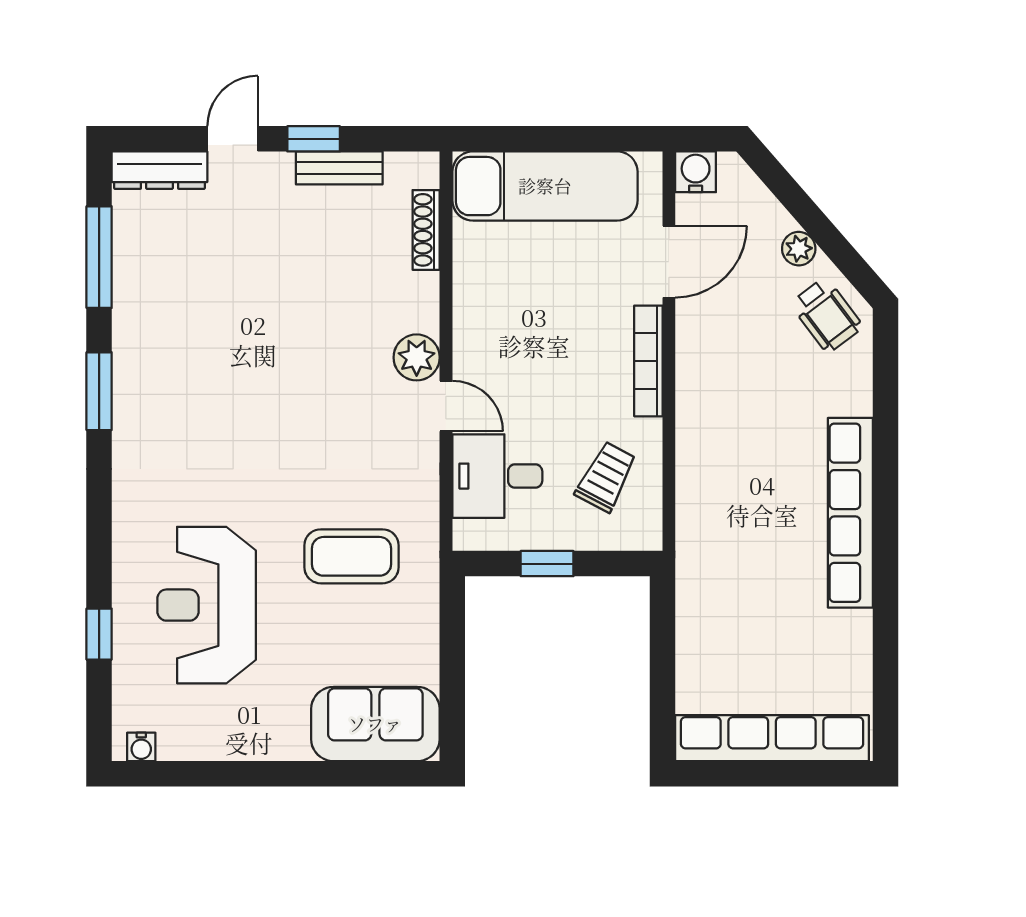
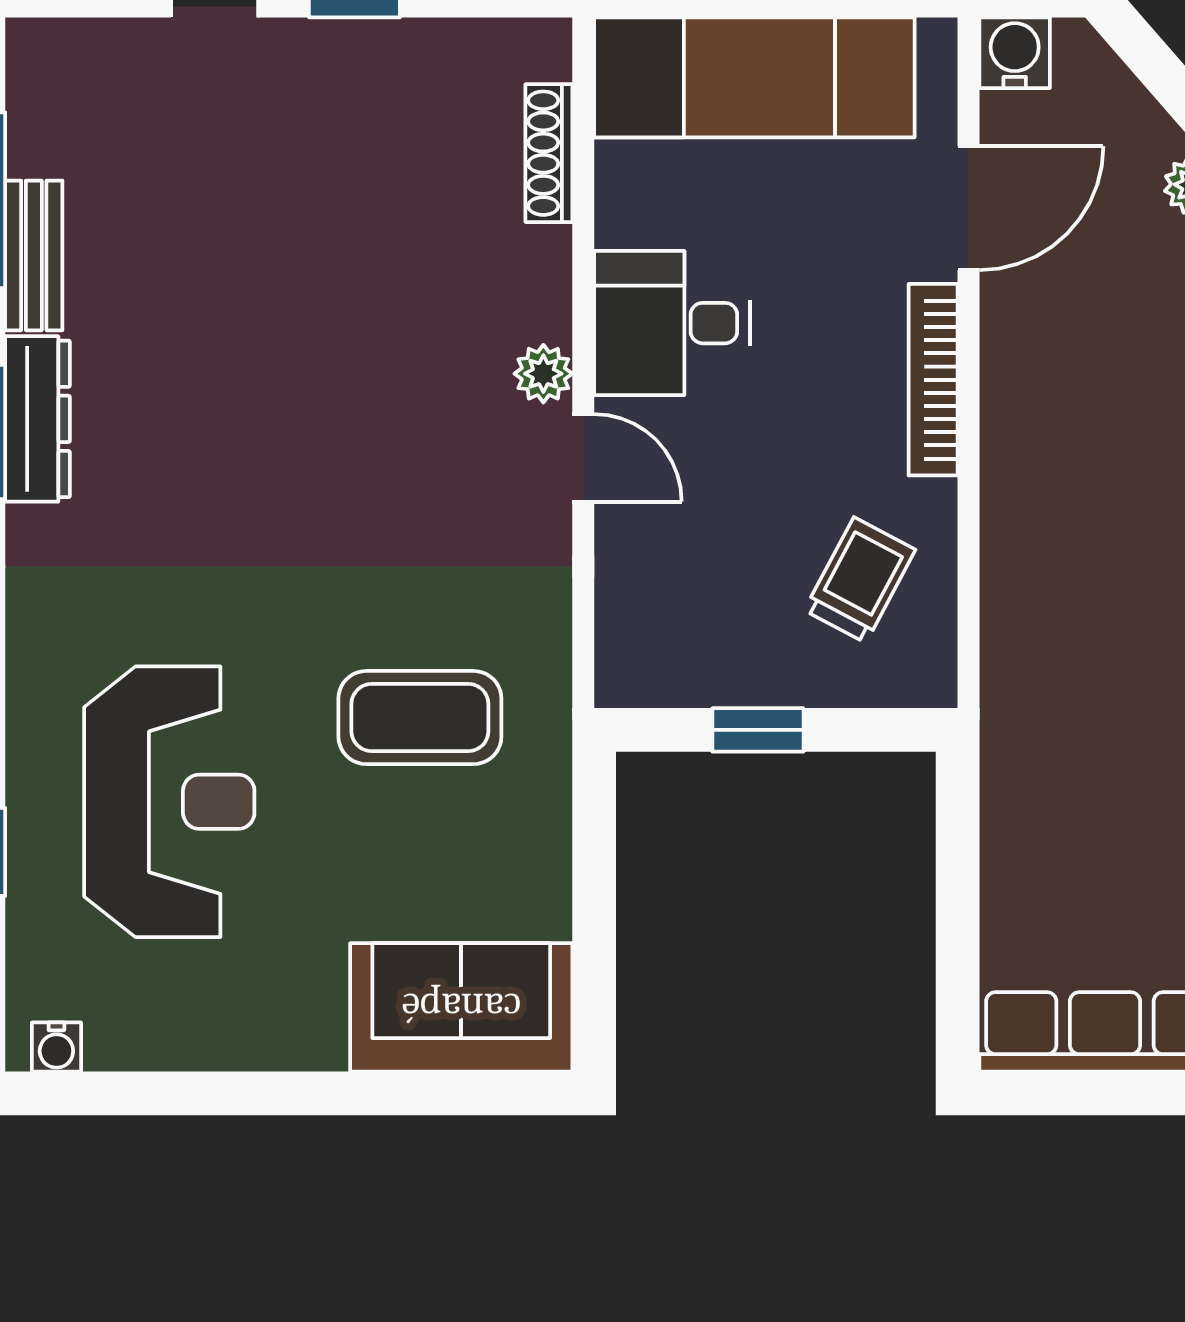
bench: (339, 168) -> (34, 255), moved, turned 90
dresser: (159, 170) -> (38, 419), moved, turned -90
plant: (417, 357) -> (543, 374), width x0.73, depth x0.73
desk: (497, 476) -> (672, 323), moved
reception desk: (207, 605) -> (169, 802), turned 180

